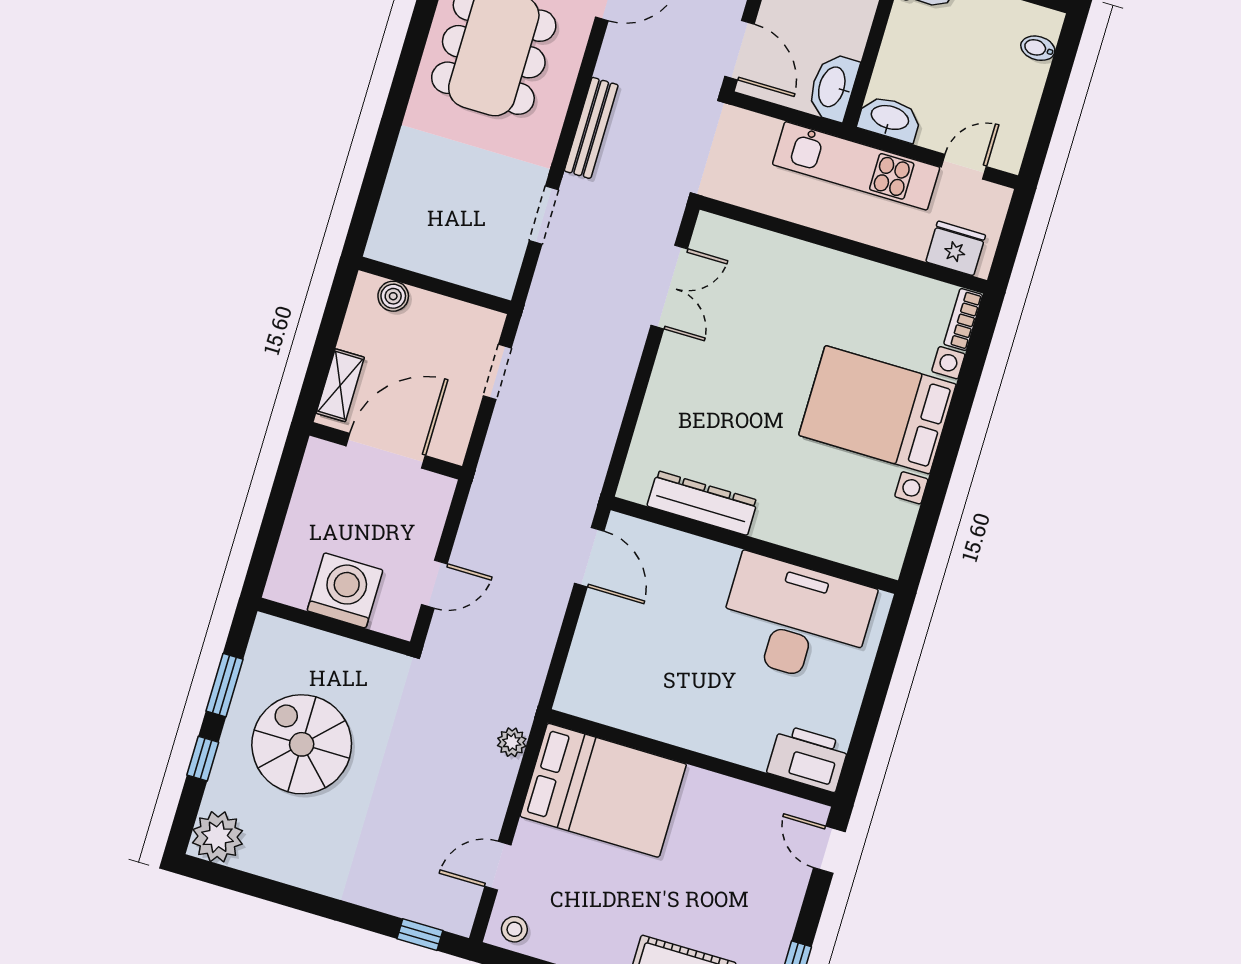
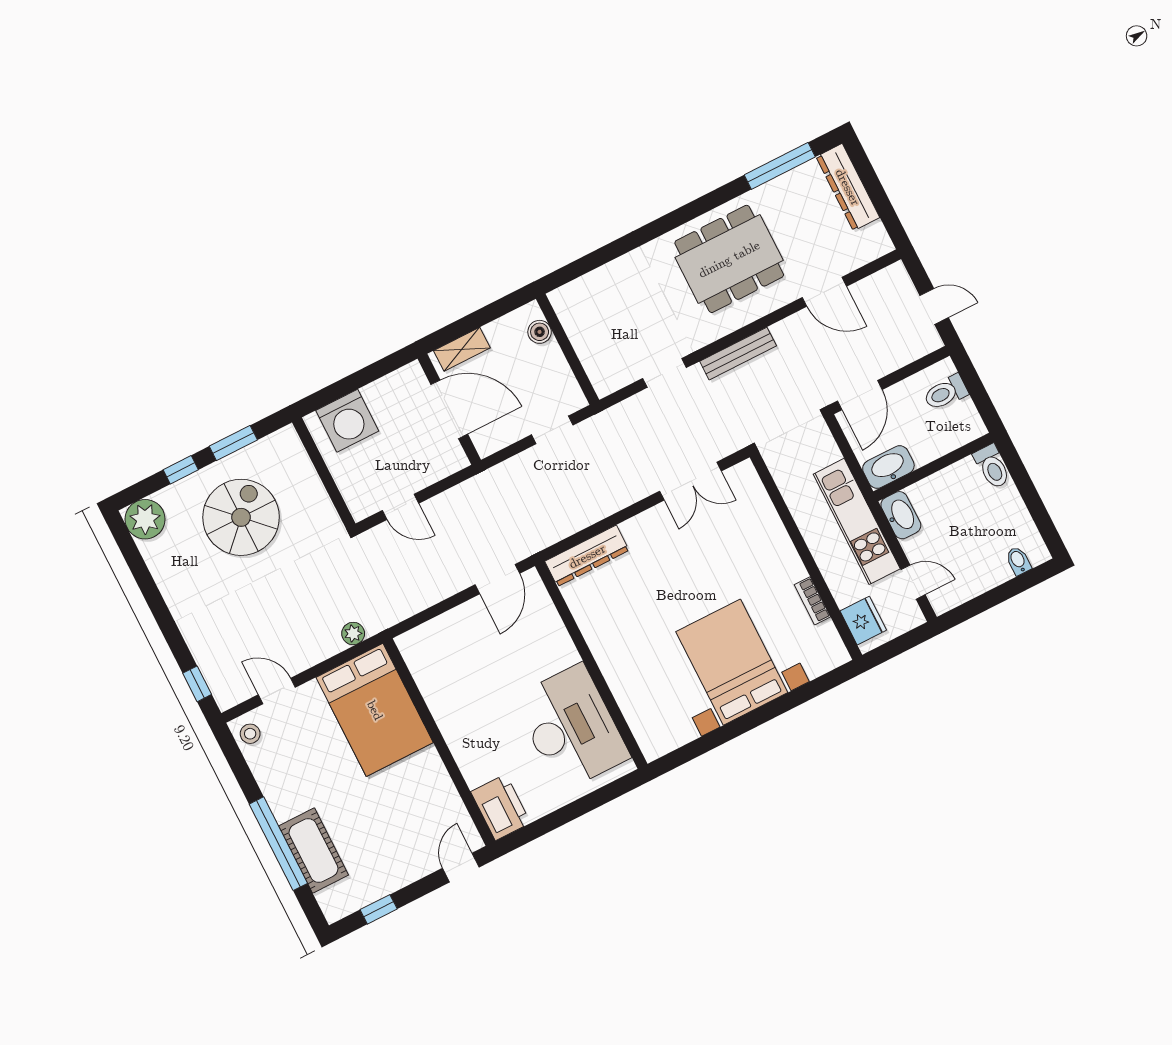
bookcase: (963, 320) -> (812, 601), moved, turned -90
dresser: (702, 503) -> (587, 556), moved, turned 90
washing machine: (345, 590) -> (347, 421), moved, turned 90

